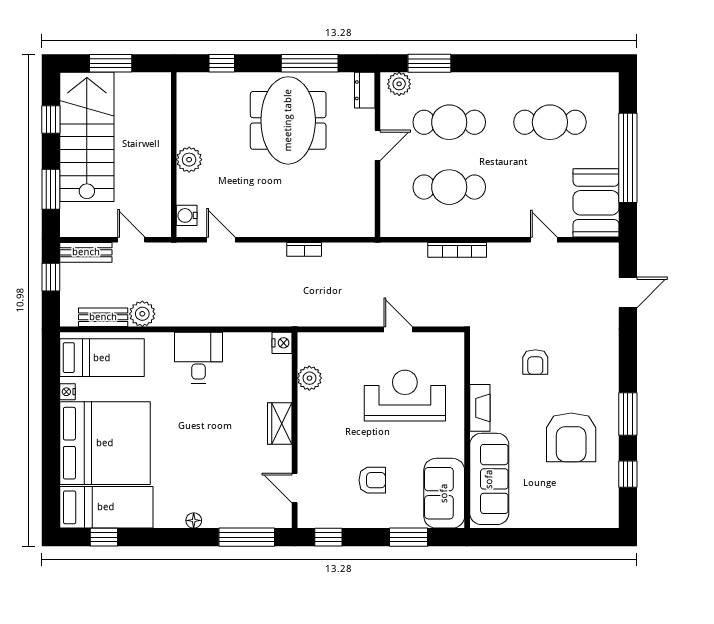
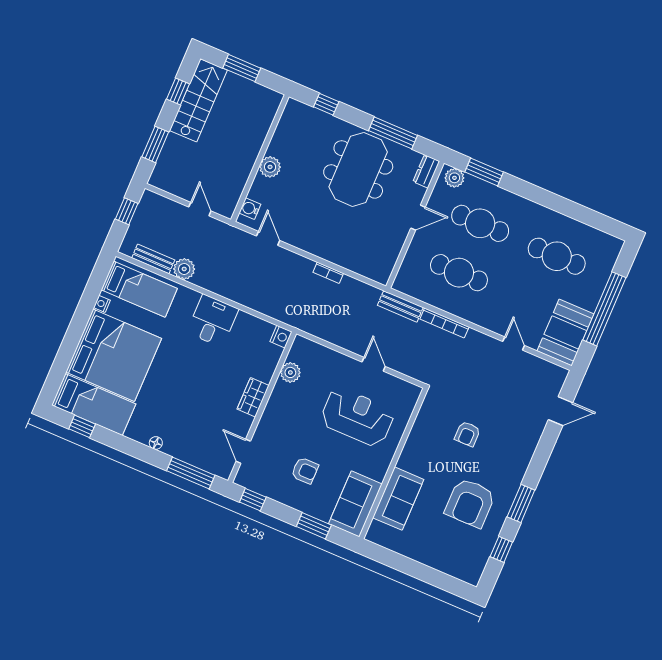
stairs: (87, 137) -> (198, 100), width x0.73, depth x0.66
bench: (86, 252) -> (400, 306), moved
fireplace: (480, 408) -> (410, 451), removed
sofa: (489, 479) -> (398, 499), width x0.73

